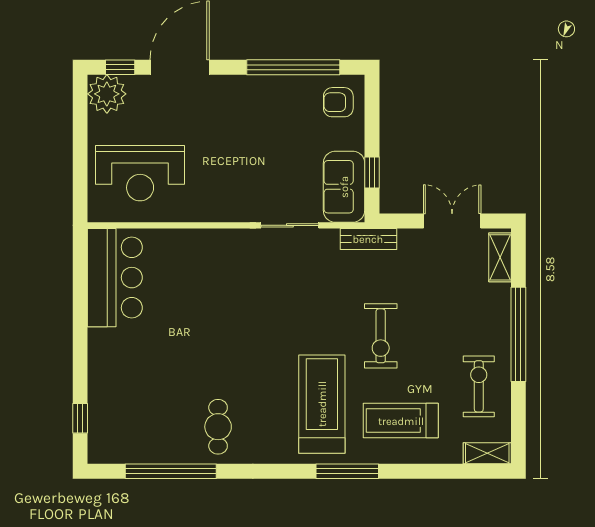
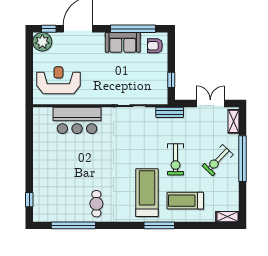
reception desk: (140, 173) -> (58, 80), turned 180
sofa: (344, 187) -> (123, 42), moved, turned -90
bar counter: (115, 278) -> (77, 120), moved, turned 90
exercise bike: (479, 386) -> (218, 160), moved, turned -136

